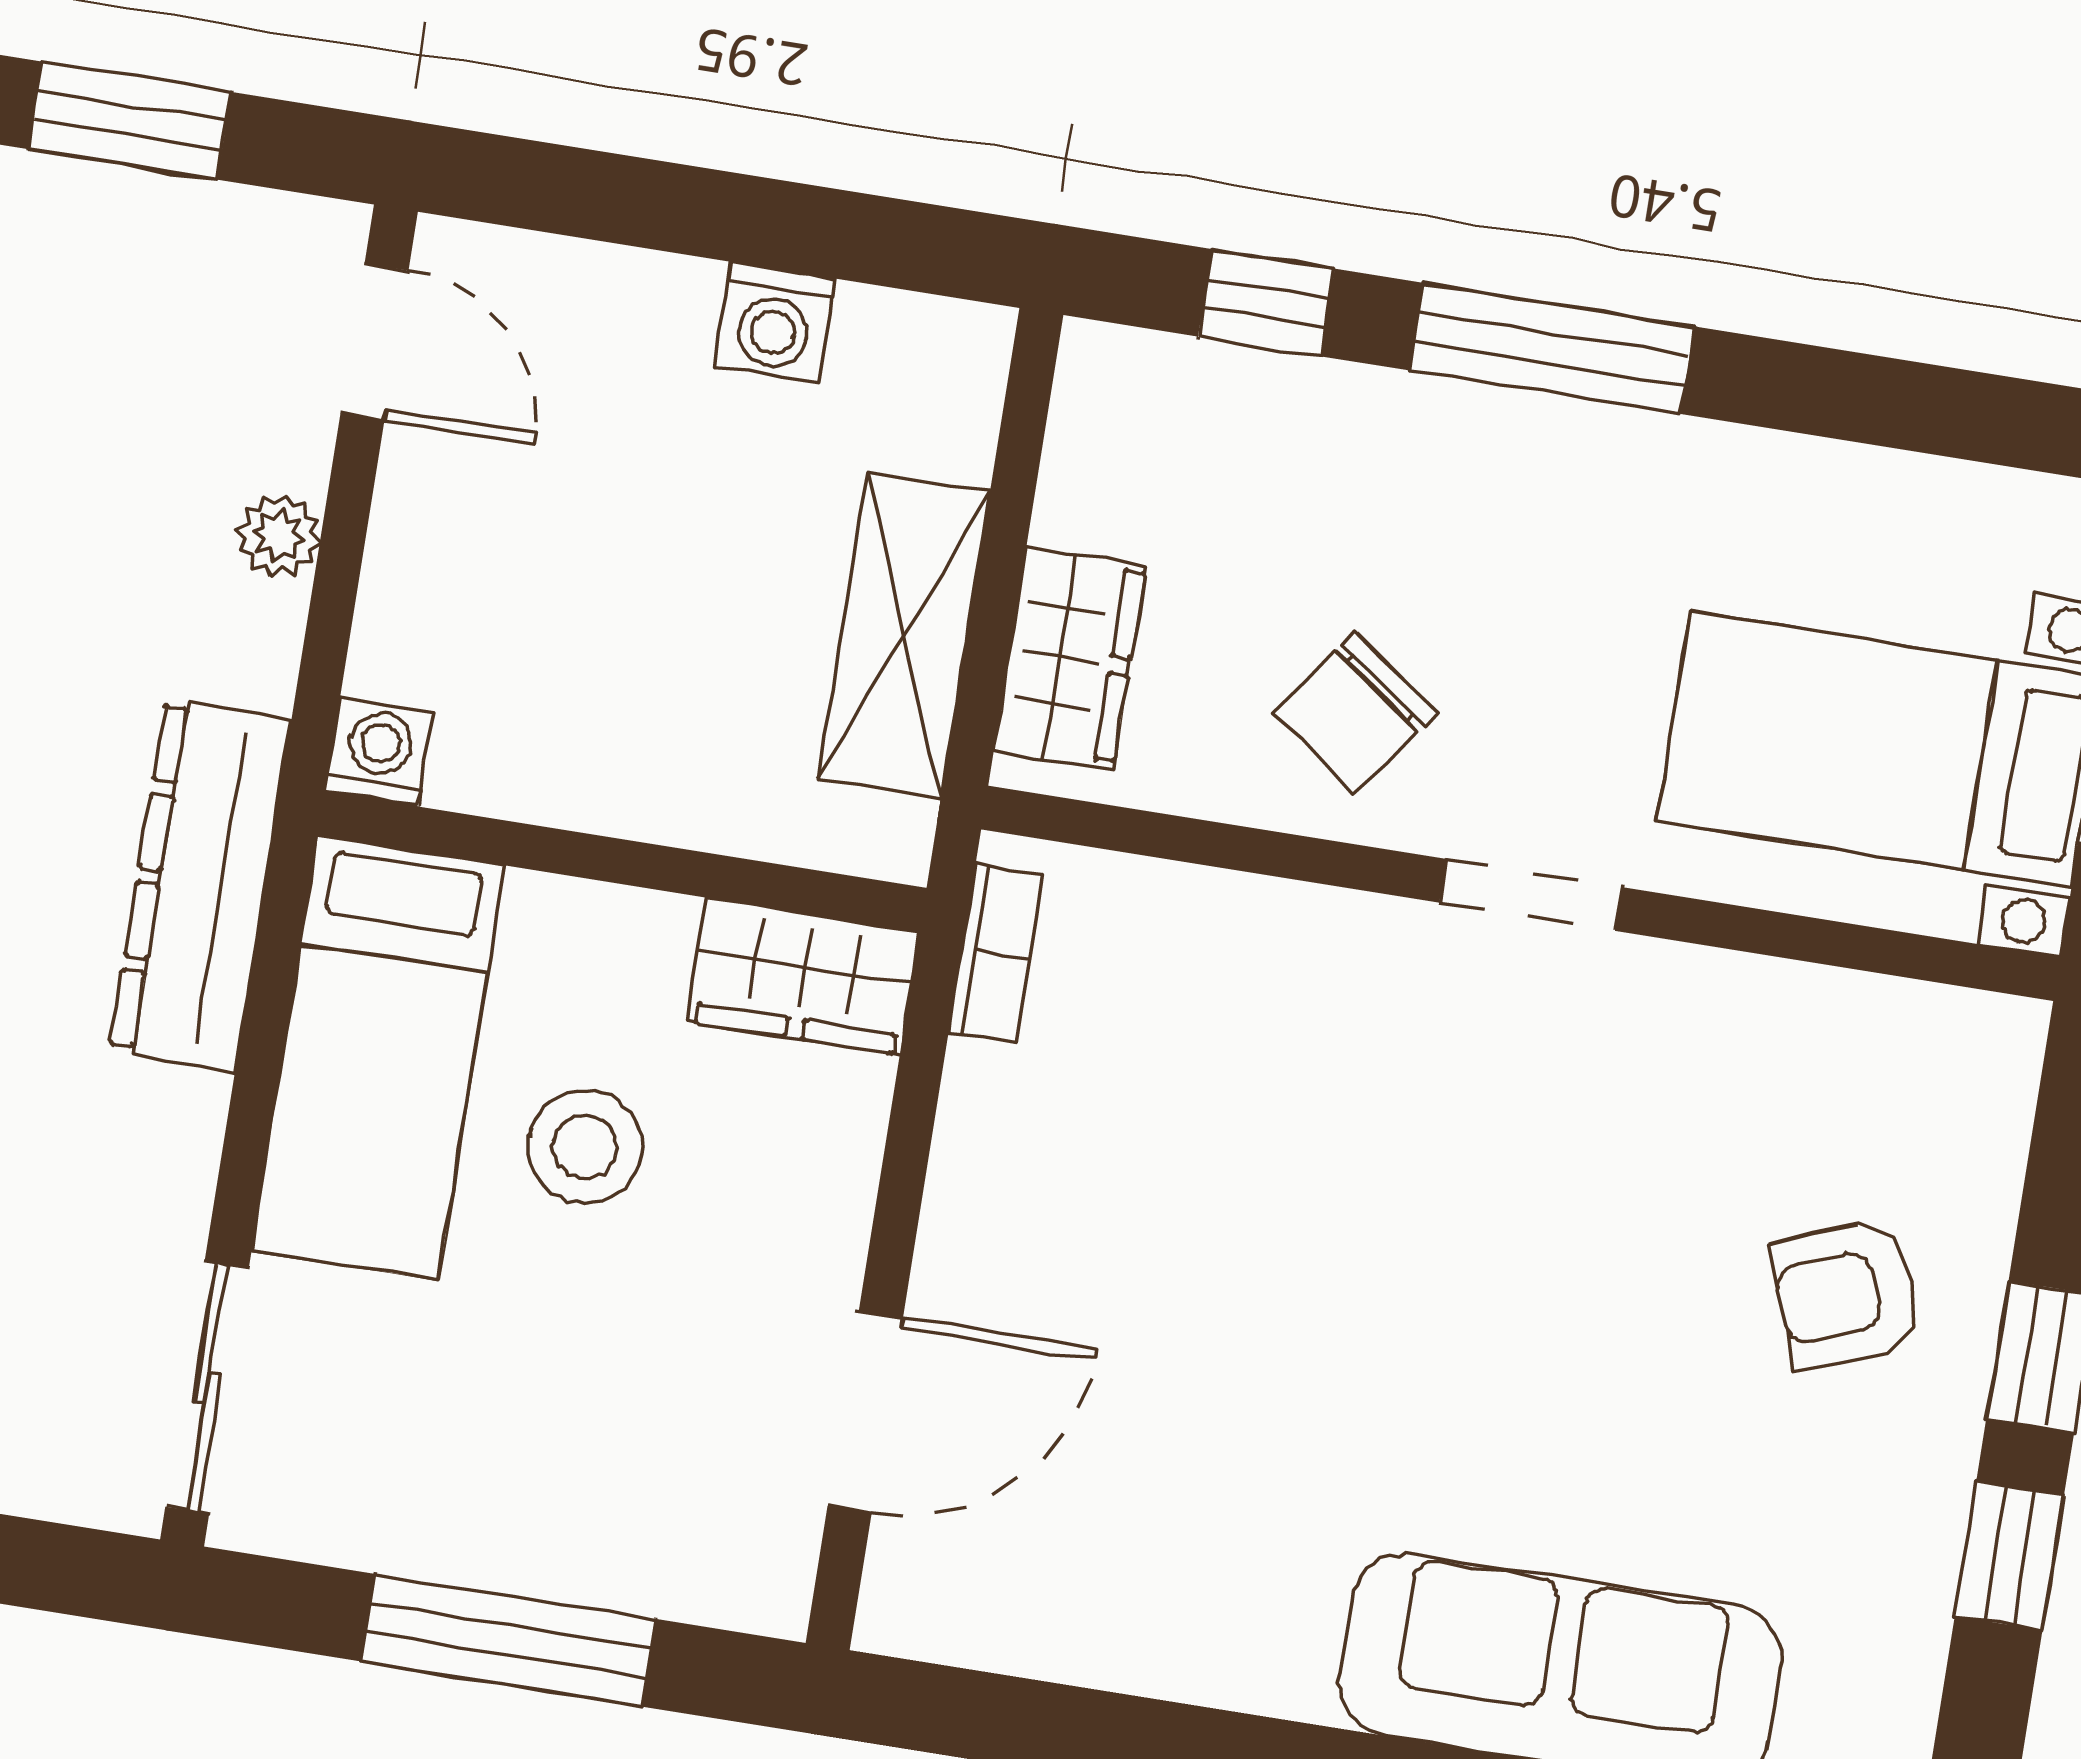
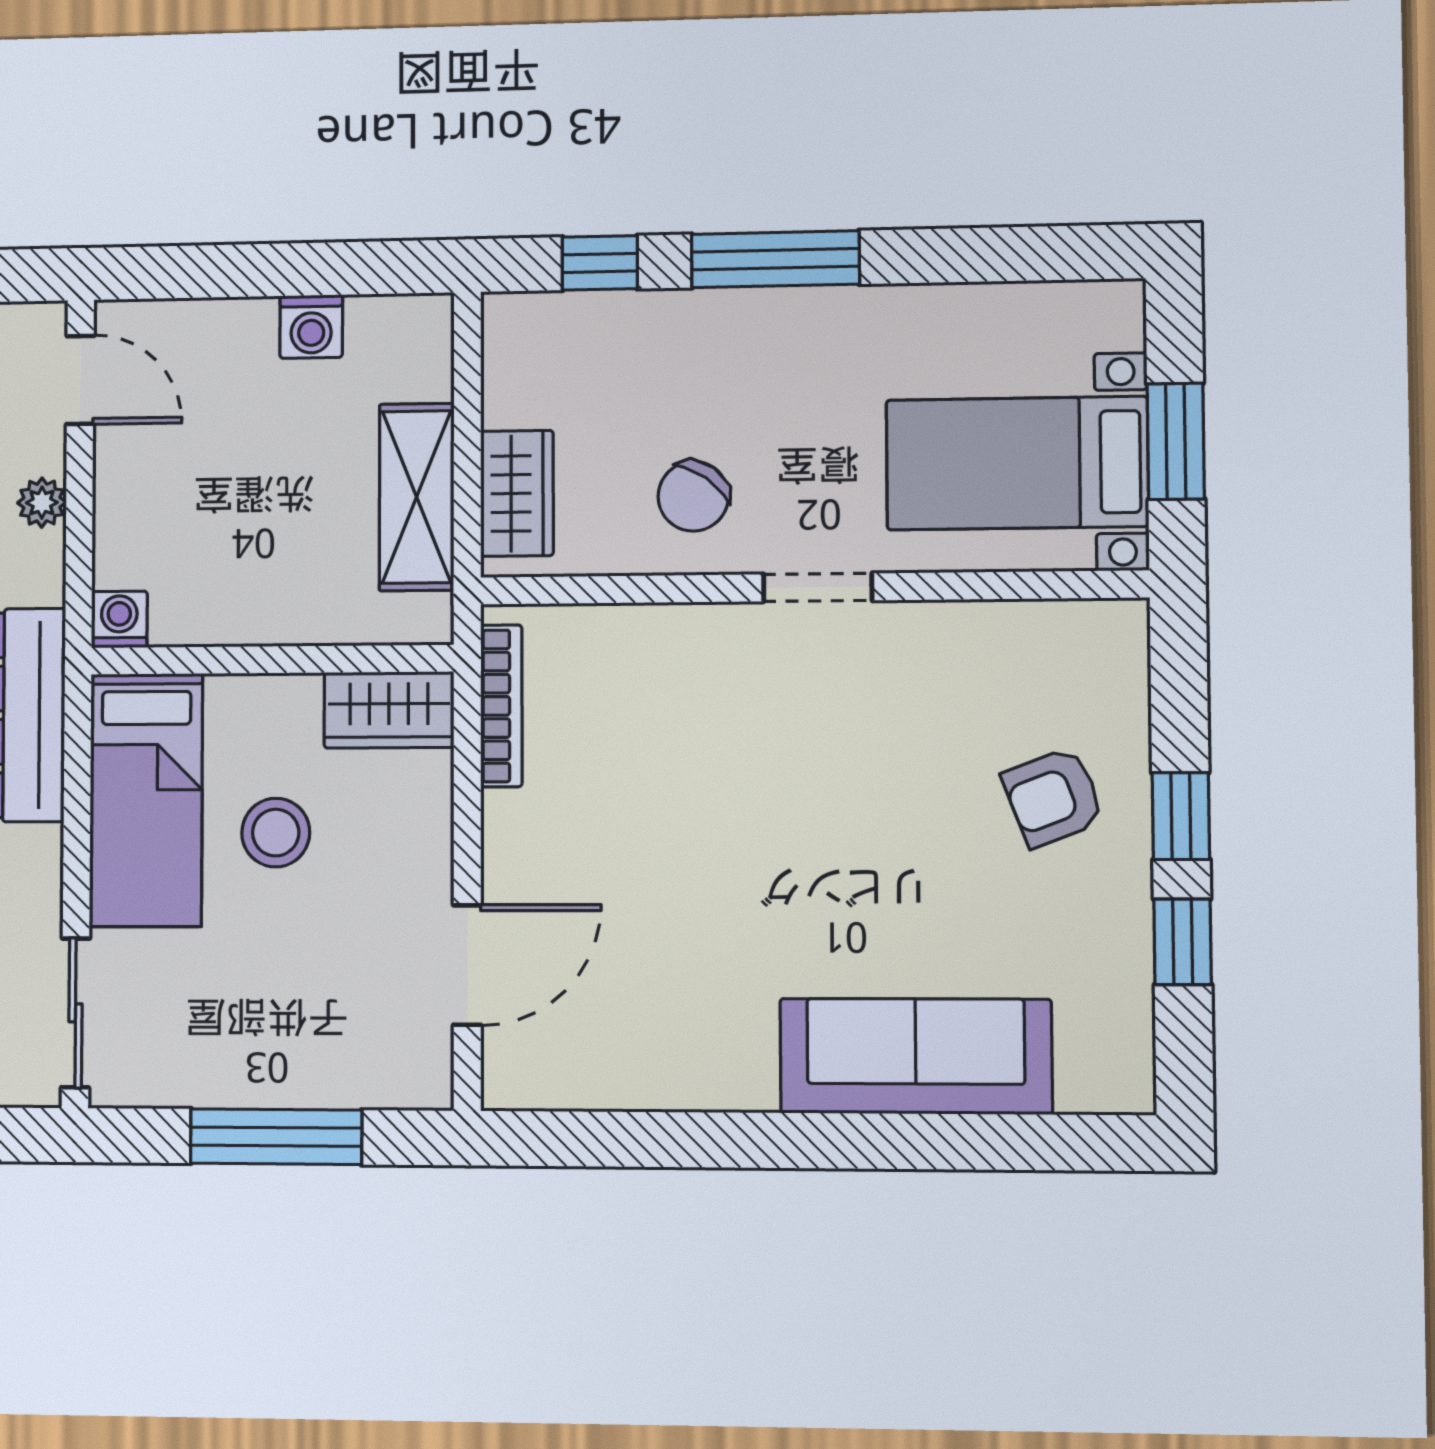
bookcase: (996, 953) -> (501, 706), width x1.56

